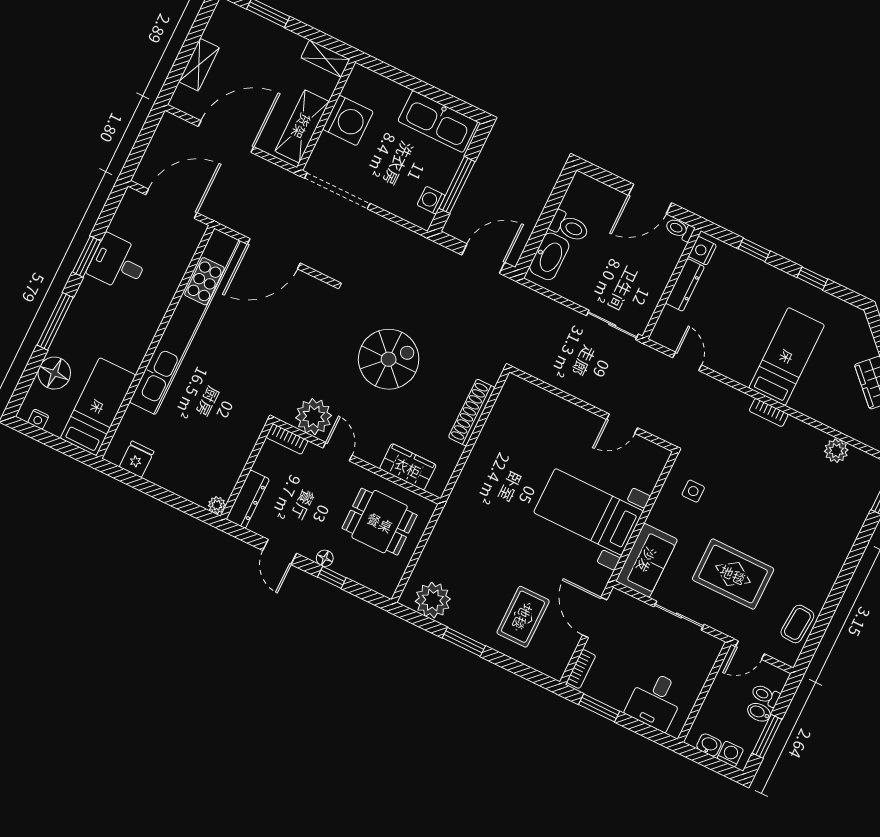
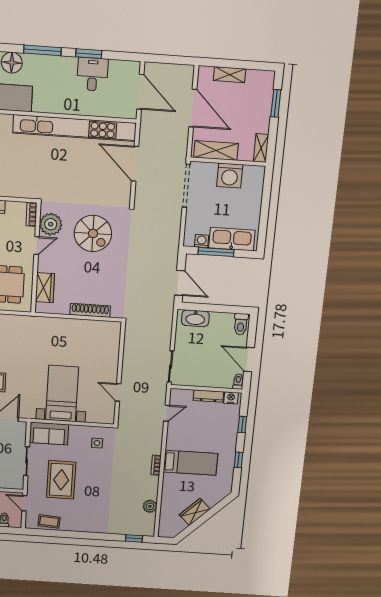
kitchen sink: (438, 121) -> (232, 239), moved, turned 90
toilet: (569, 227) -> (241, 324), moved
spiral stairs: (389, 359) -> (93, 233), moved

